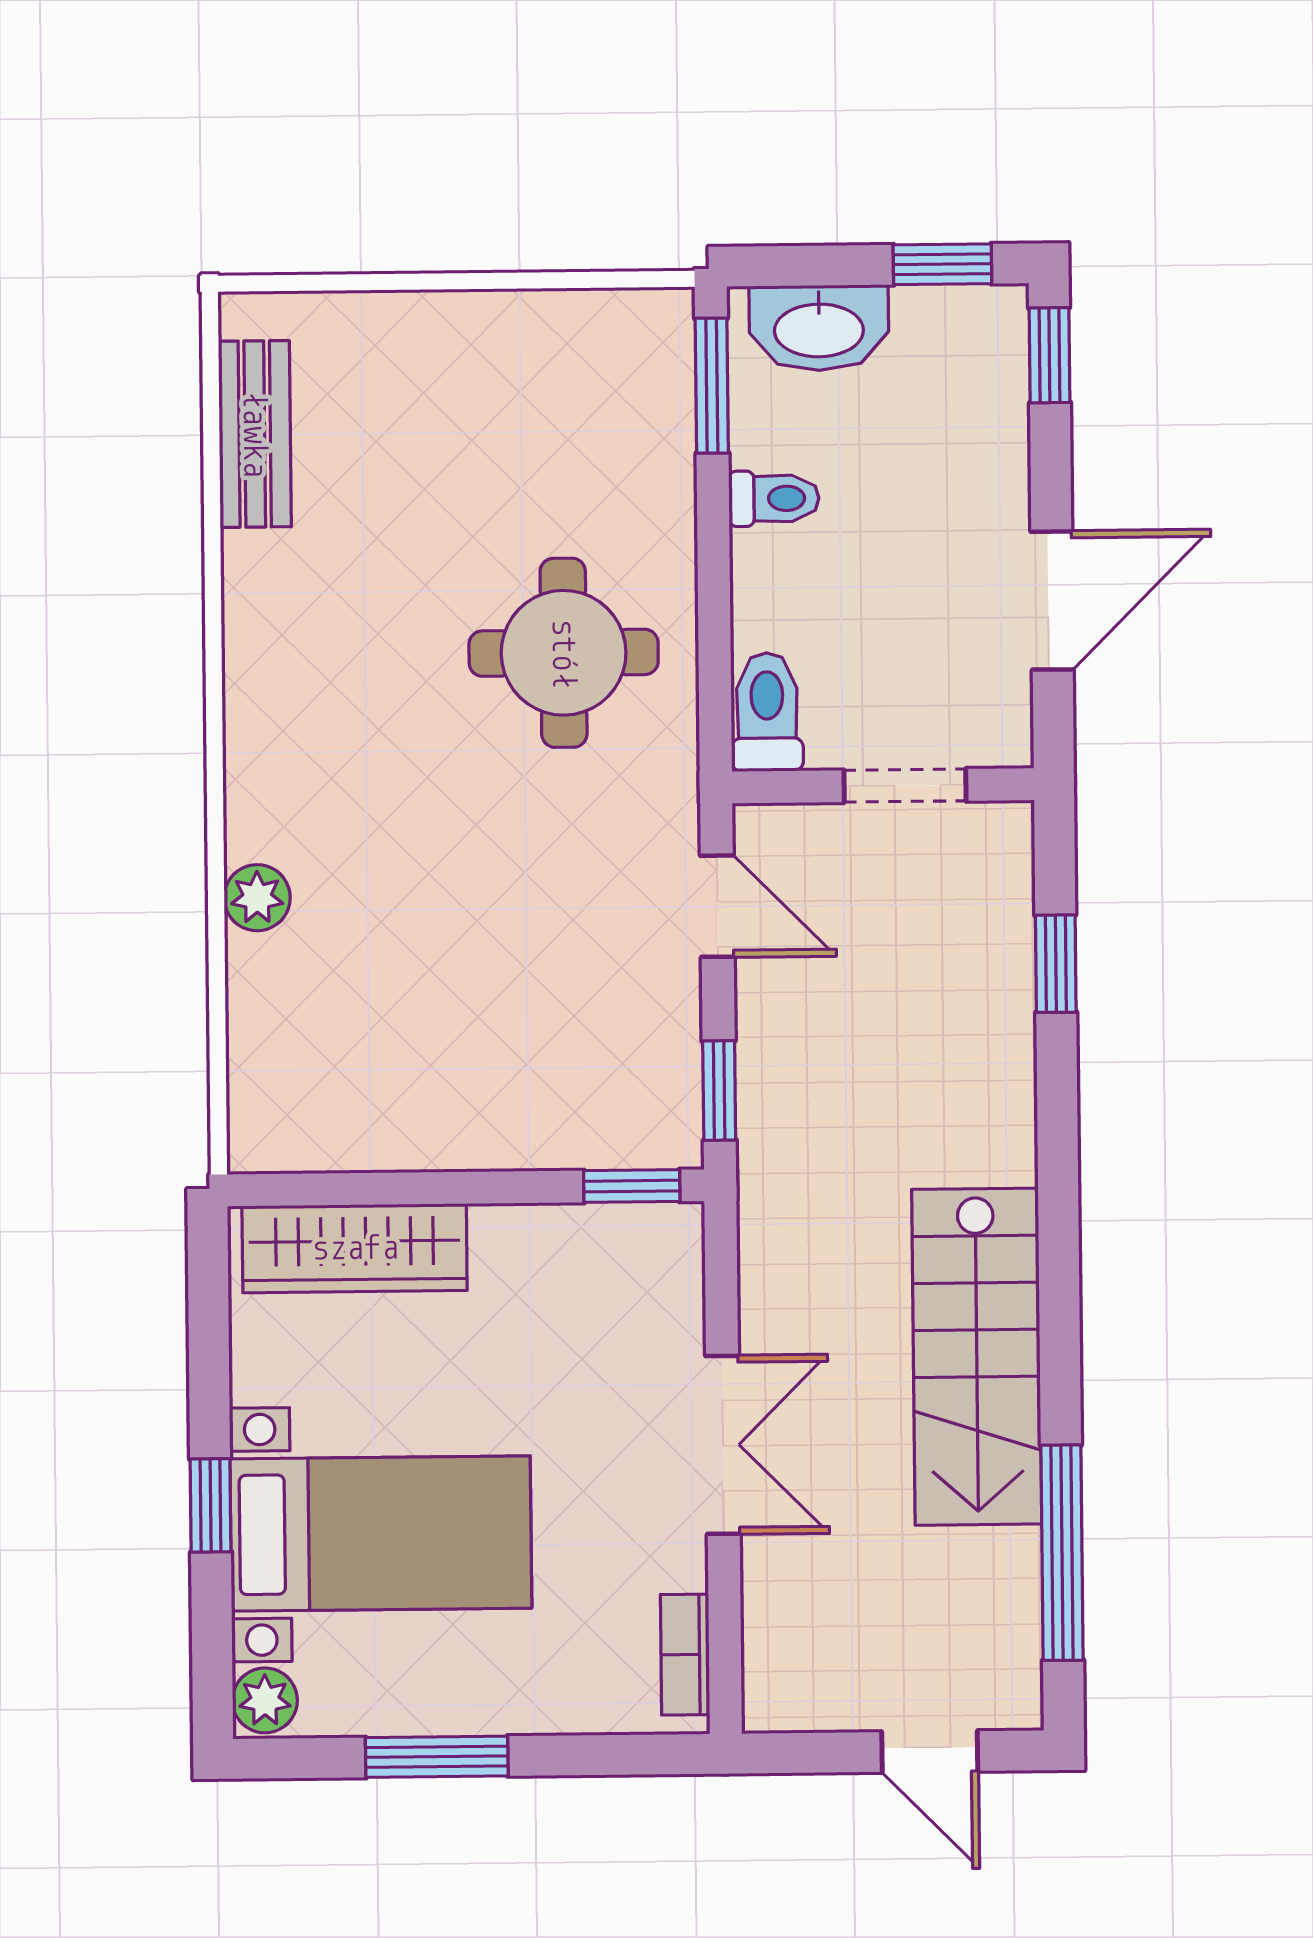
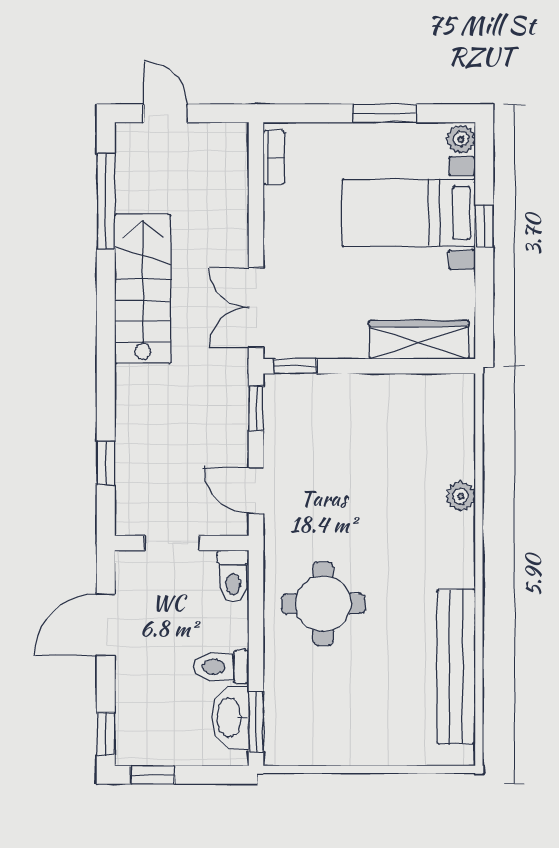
washbasin: (819, 328) -> (230, 717), moved, turned -90
bench: (255, 434) -> (456, 667), width x1.86, depth x1.21
toilet: (774, 498) -> (221, 667), width x1.37, depth x1.39
double door: (723, 1445) -> (256, 307), moved

